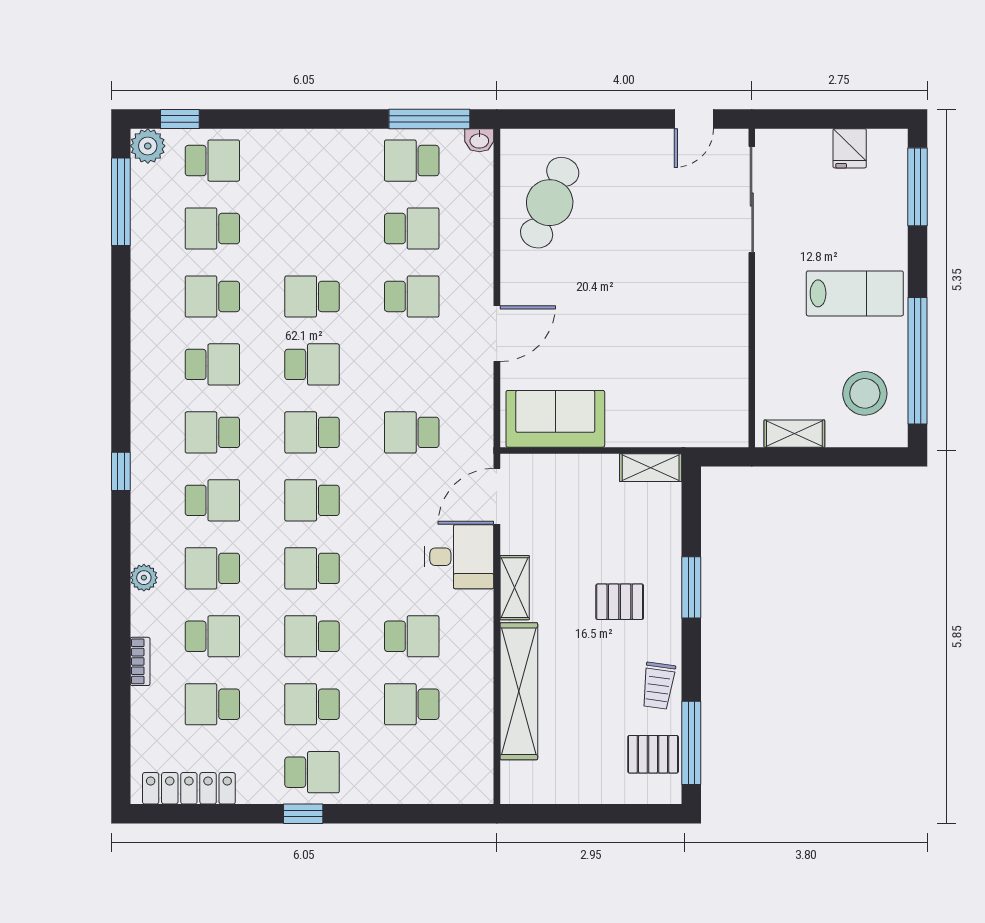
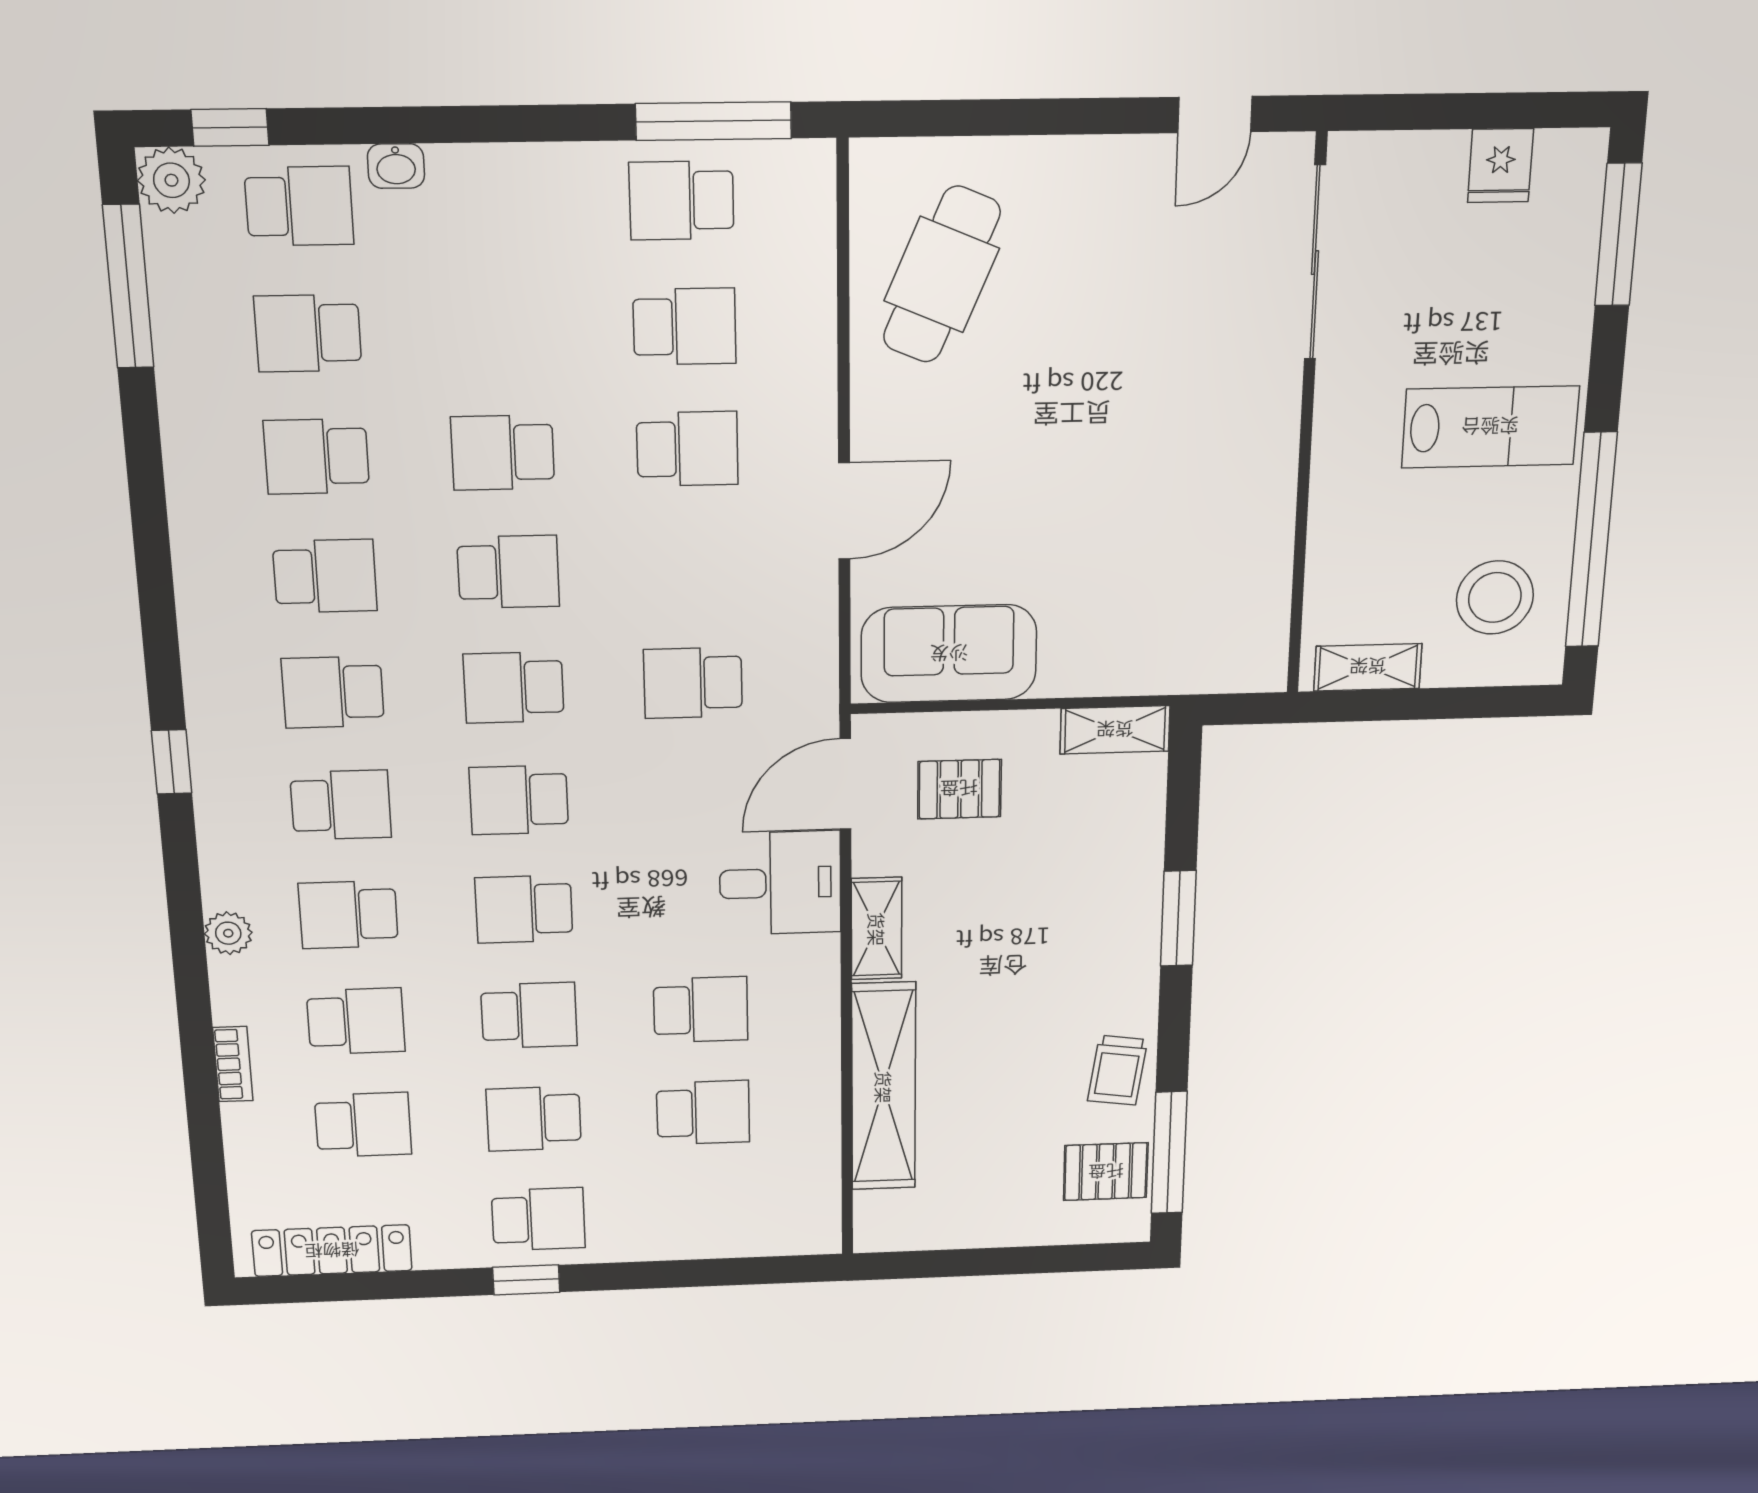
washbasin: (479, 140) -> (396, 166), moved
pallet: (620, 602) -> (959, 789), moved
school desk: (312, 636) -> (529, 1015), turned 180
school desk: (212, 704) -> (363, 1125), turned 180
school desk: (412, 704) -> (703, 1113), turned 180

